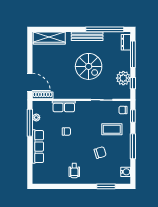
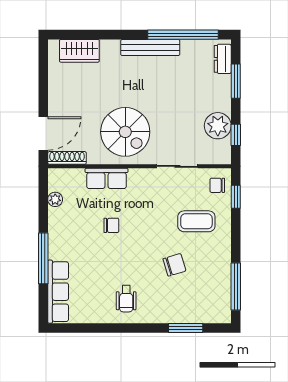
wardrobe: (49, 38) -> (79, 51), width x0.67
window: (133, 54) -> (236, 81), width x0.69
spiral stairs: (89, 66) -> (125, 132), moved
door: (30, 82) -> (43, 133), hinge flipped
window: (30, 123) -> (43, 258), moved
window: (133, 146) -> (236, 287), moved
row of seats: (38, 147) -> (58, 292), moved
water cooler: (126, 172) -> (222, 301), removed

